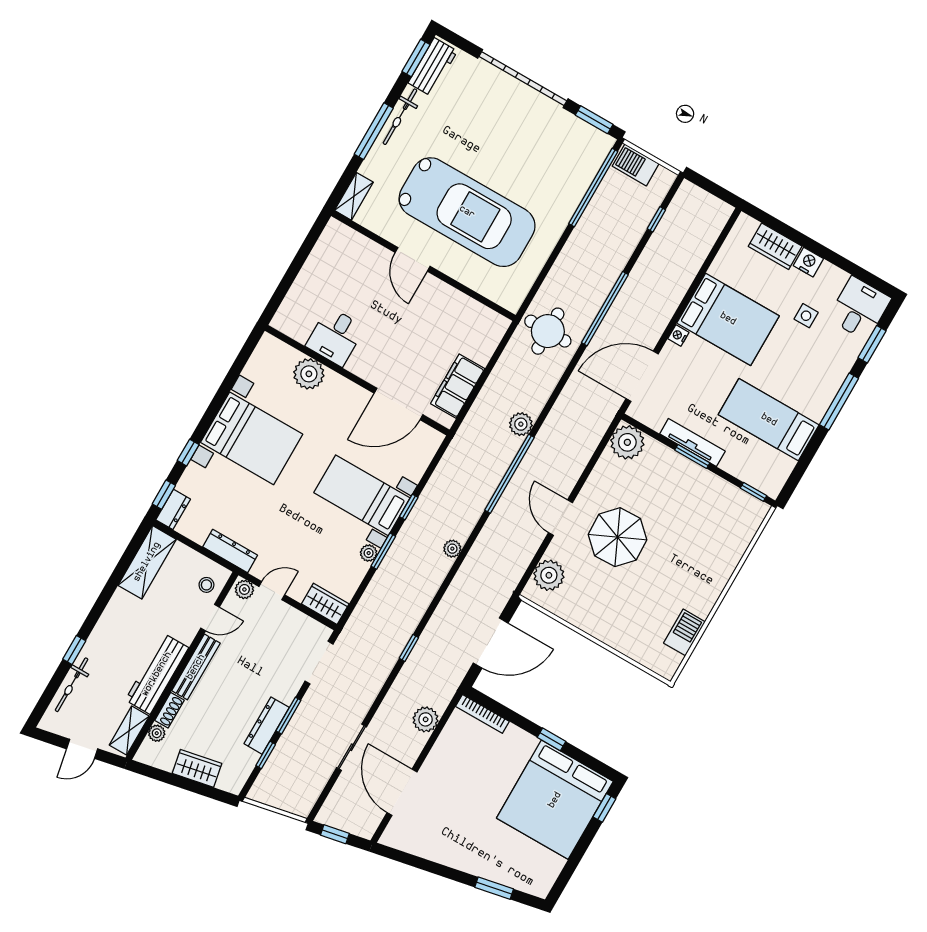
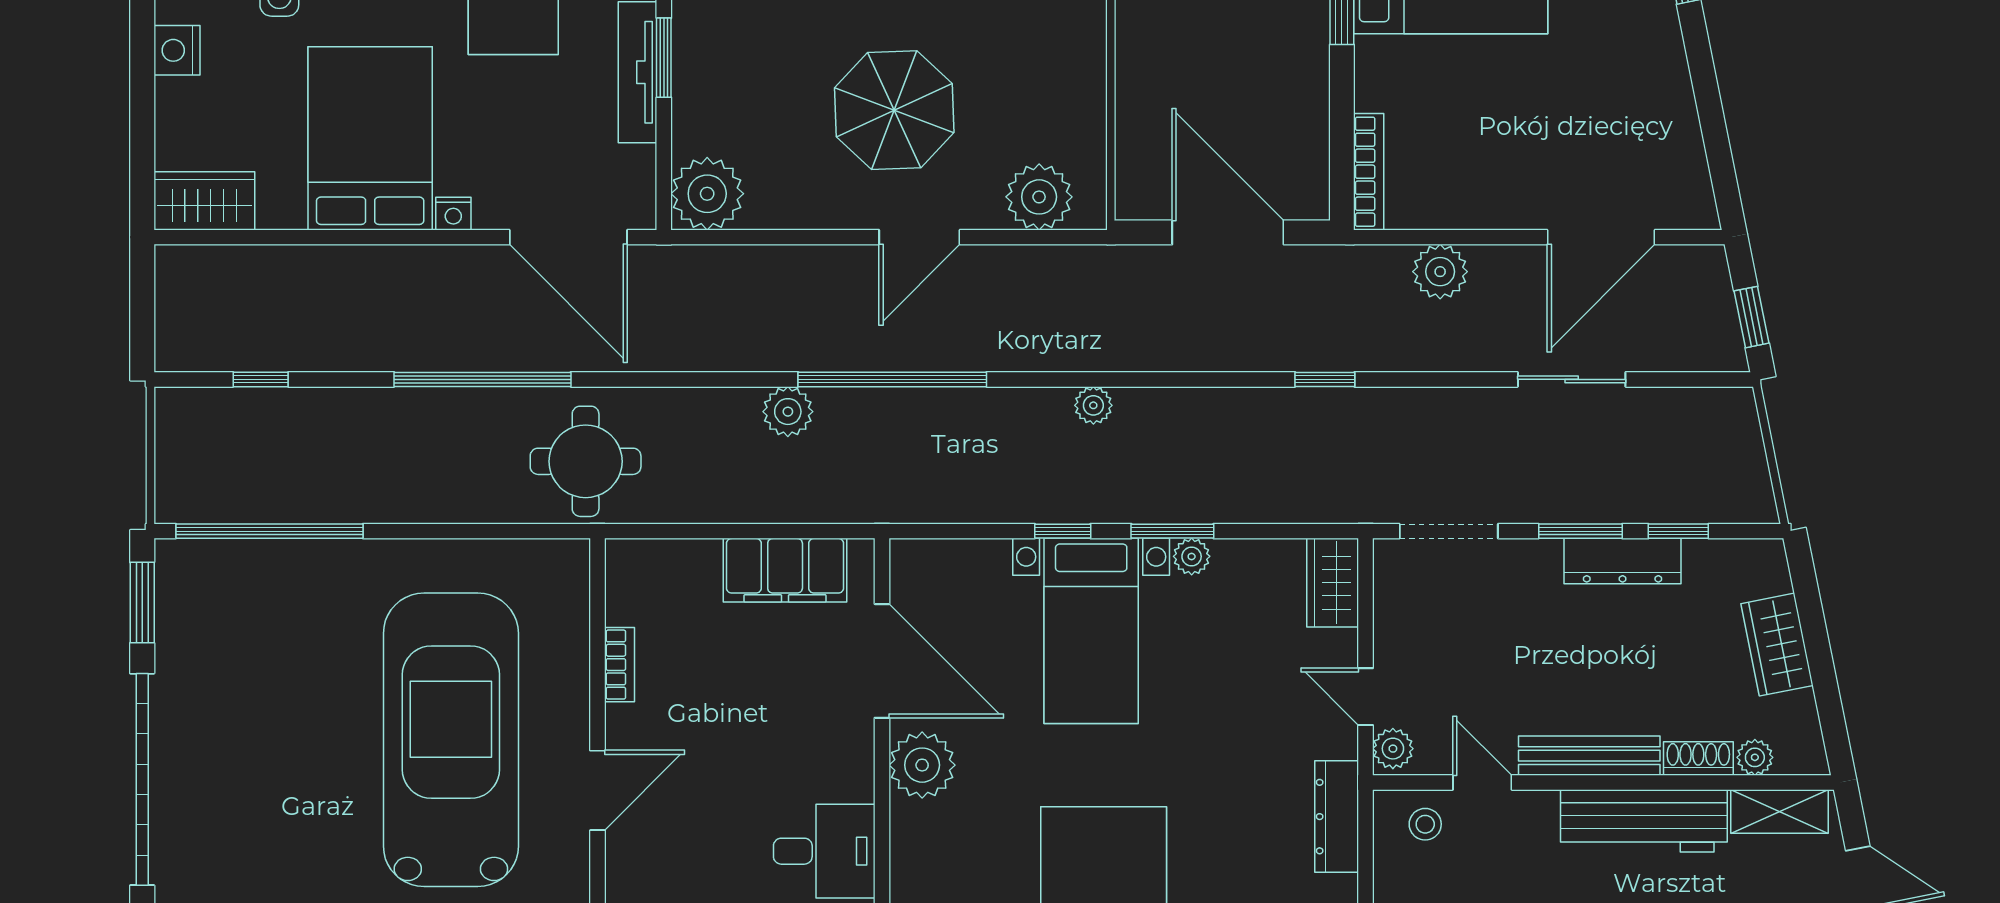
barbecue: (636, 165) -> (182, 477), removed
wardrobe: (775, 246) -> (204, 201), moved, turned -90
bookcase: (458, 297) -> (619, 665), added
plant: (309, 374) -> (922, 765), moved

